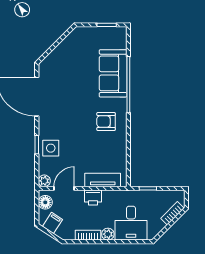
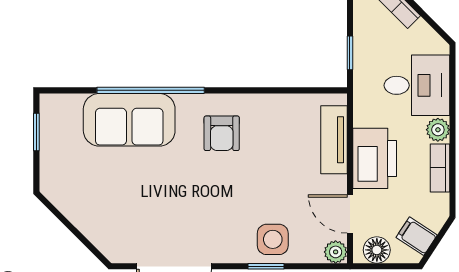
printer: (93, 197) -> (375, 158), width x1.87, depth x1.48

